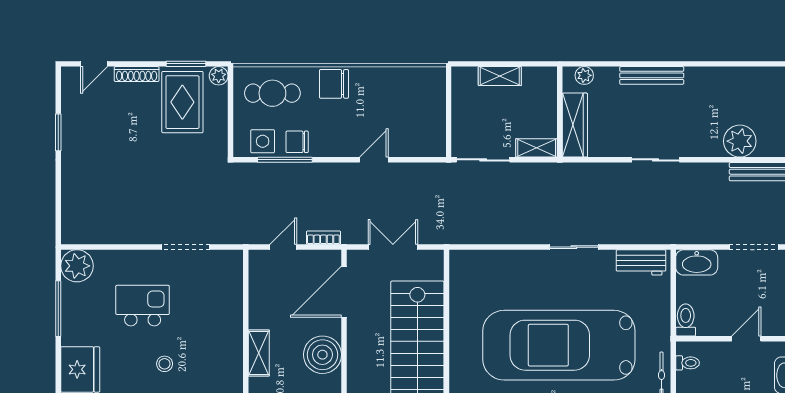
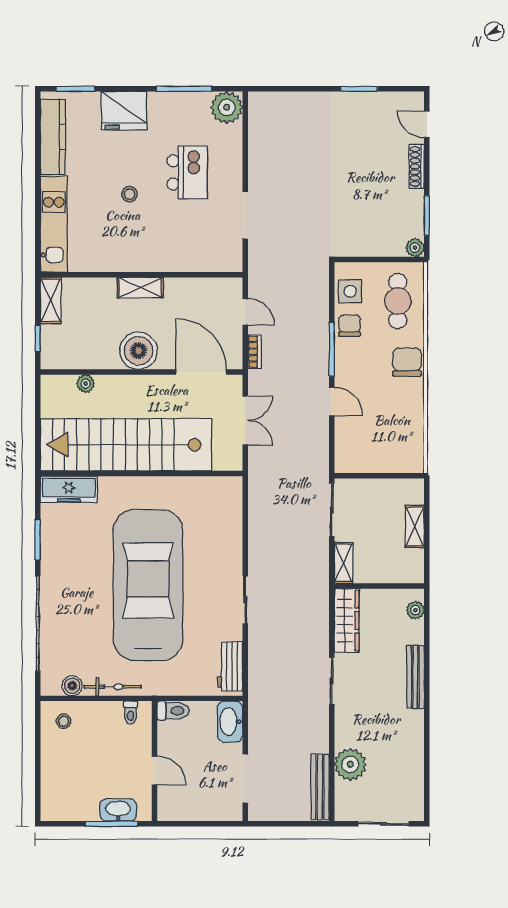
rug: (182, 102) -> (389, 212), removed
wardrobe: (575, 125) -> (347, 620), moved, turned -90
window: (285, 160) -> (332, 349), moved

